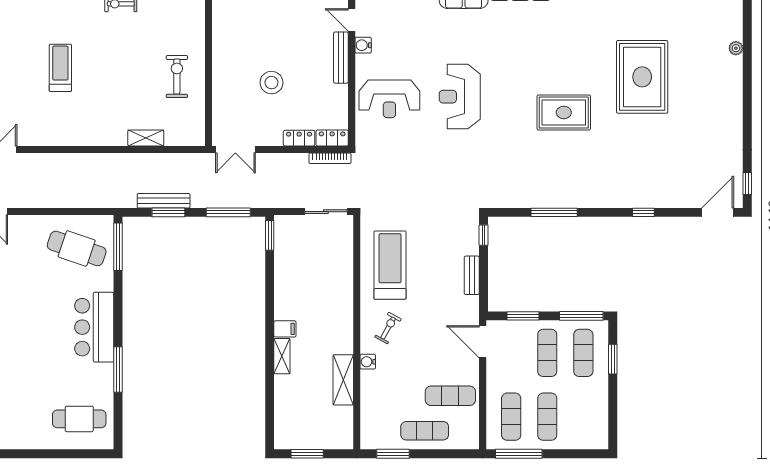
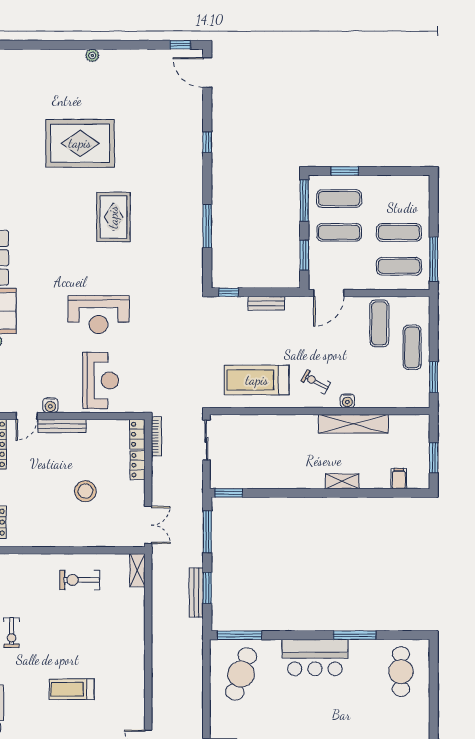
plant: (736, 48) -> (92, 55), moved
shelving: (146, 138) -> (137, 570), moved
filing cabinet: (285, 329) -> (399, 479), moved
shelving: (343, 380) -> (353, 424), width x1.47

